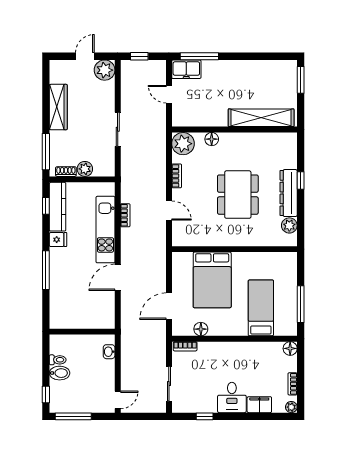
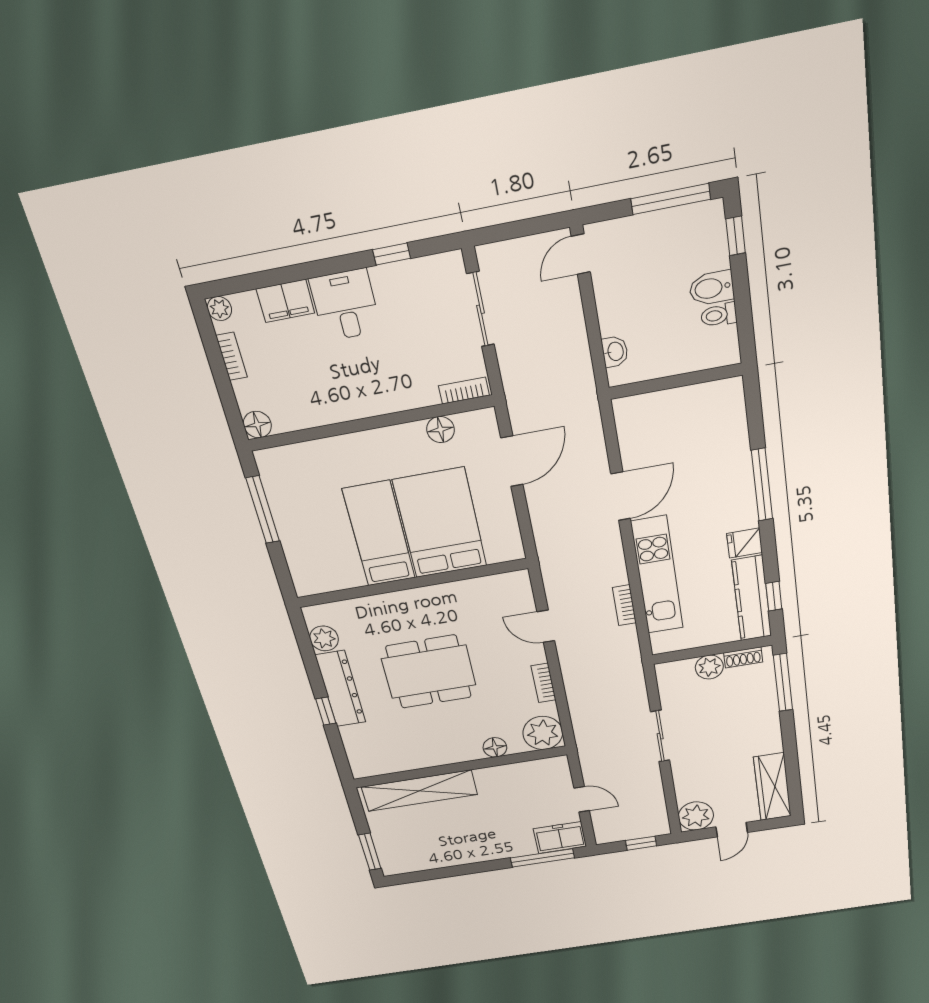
wardrobe: (58, 107) -> (772, 787), moved
dining table: (238, 195) -> (429, 672), turned 90
bed: (261, 308) -> (379, 534), moved, turned 180

